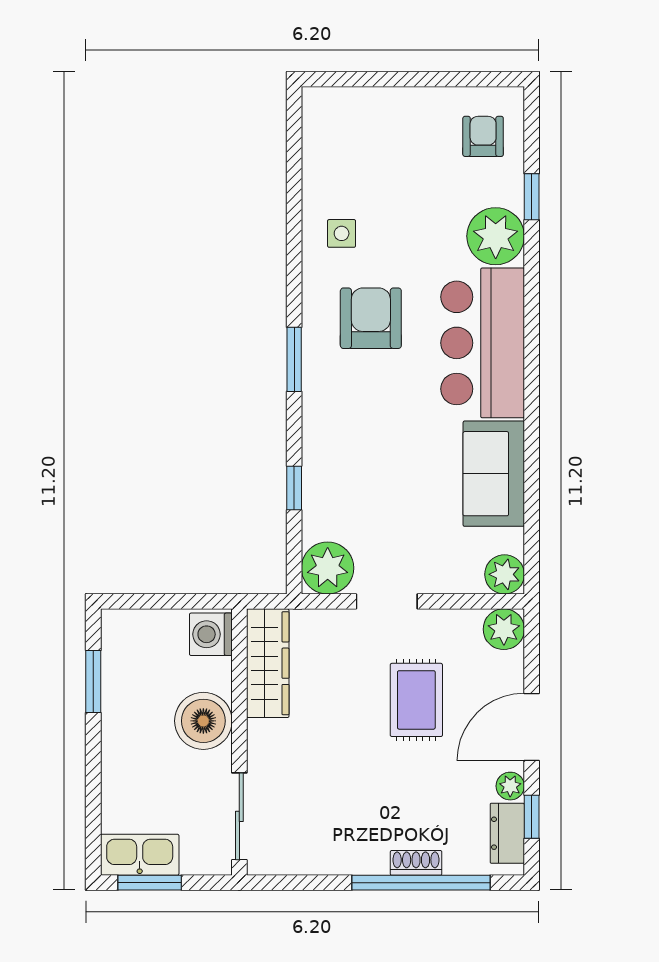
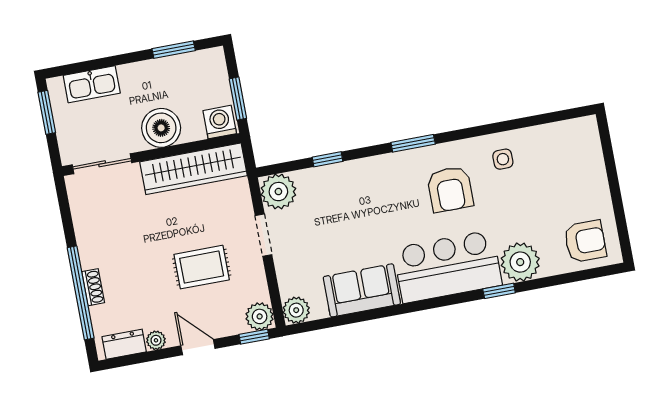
armchair: (483, 136) -> (585, 241), width x1.38, depth x1.38
window: (532, 197) -> (499, 291), moved
armchair: (371, 318) -> (450, 189), turned 90
window: (182, 601) -> (238, 99), added
wardrobe: (268, 663) -> (193, 169), width x1.40, depth x1.17
door: (532, 727) -> (198, 347), width x0.73
window: (532, 817) -> (254, 337), moved
kitchen sink: (140, 855) -> (92, 84), moved, turned 90

